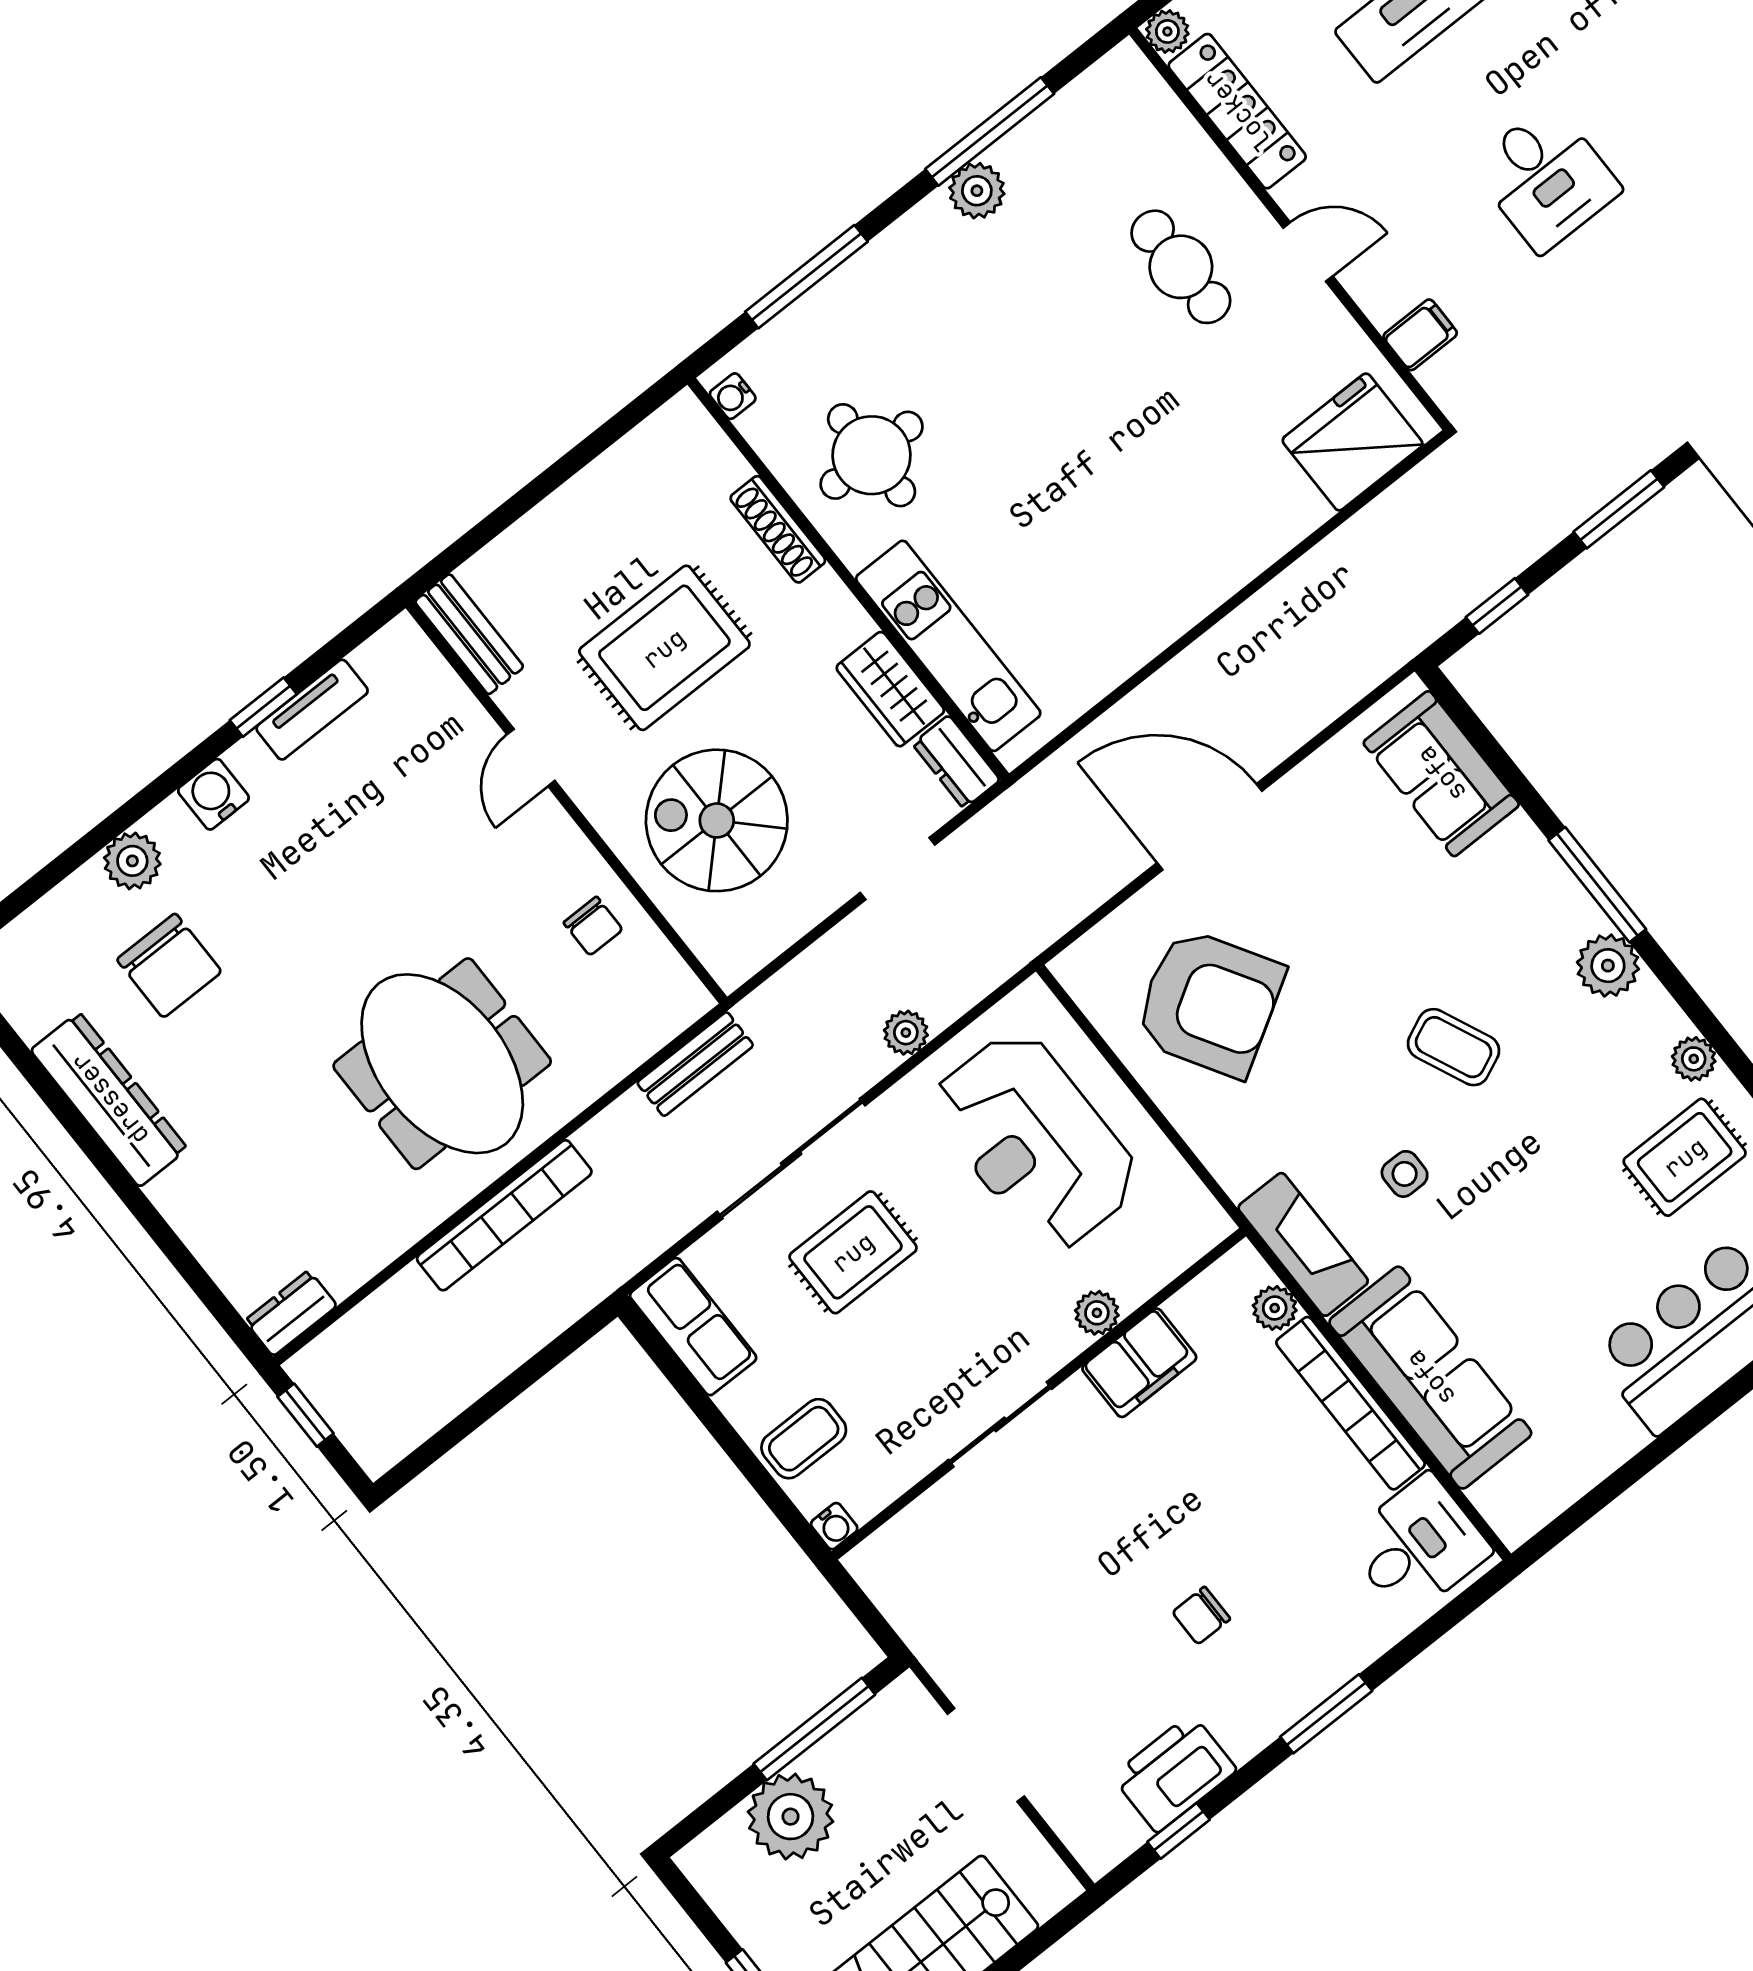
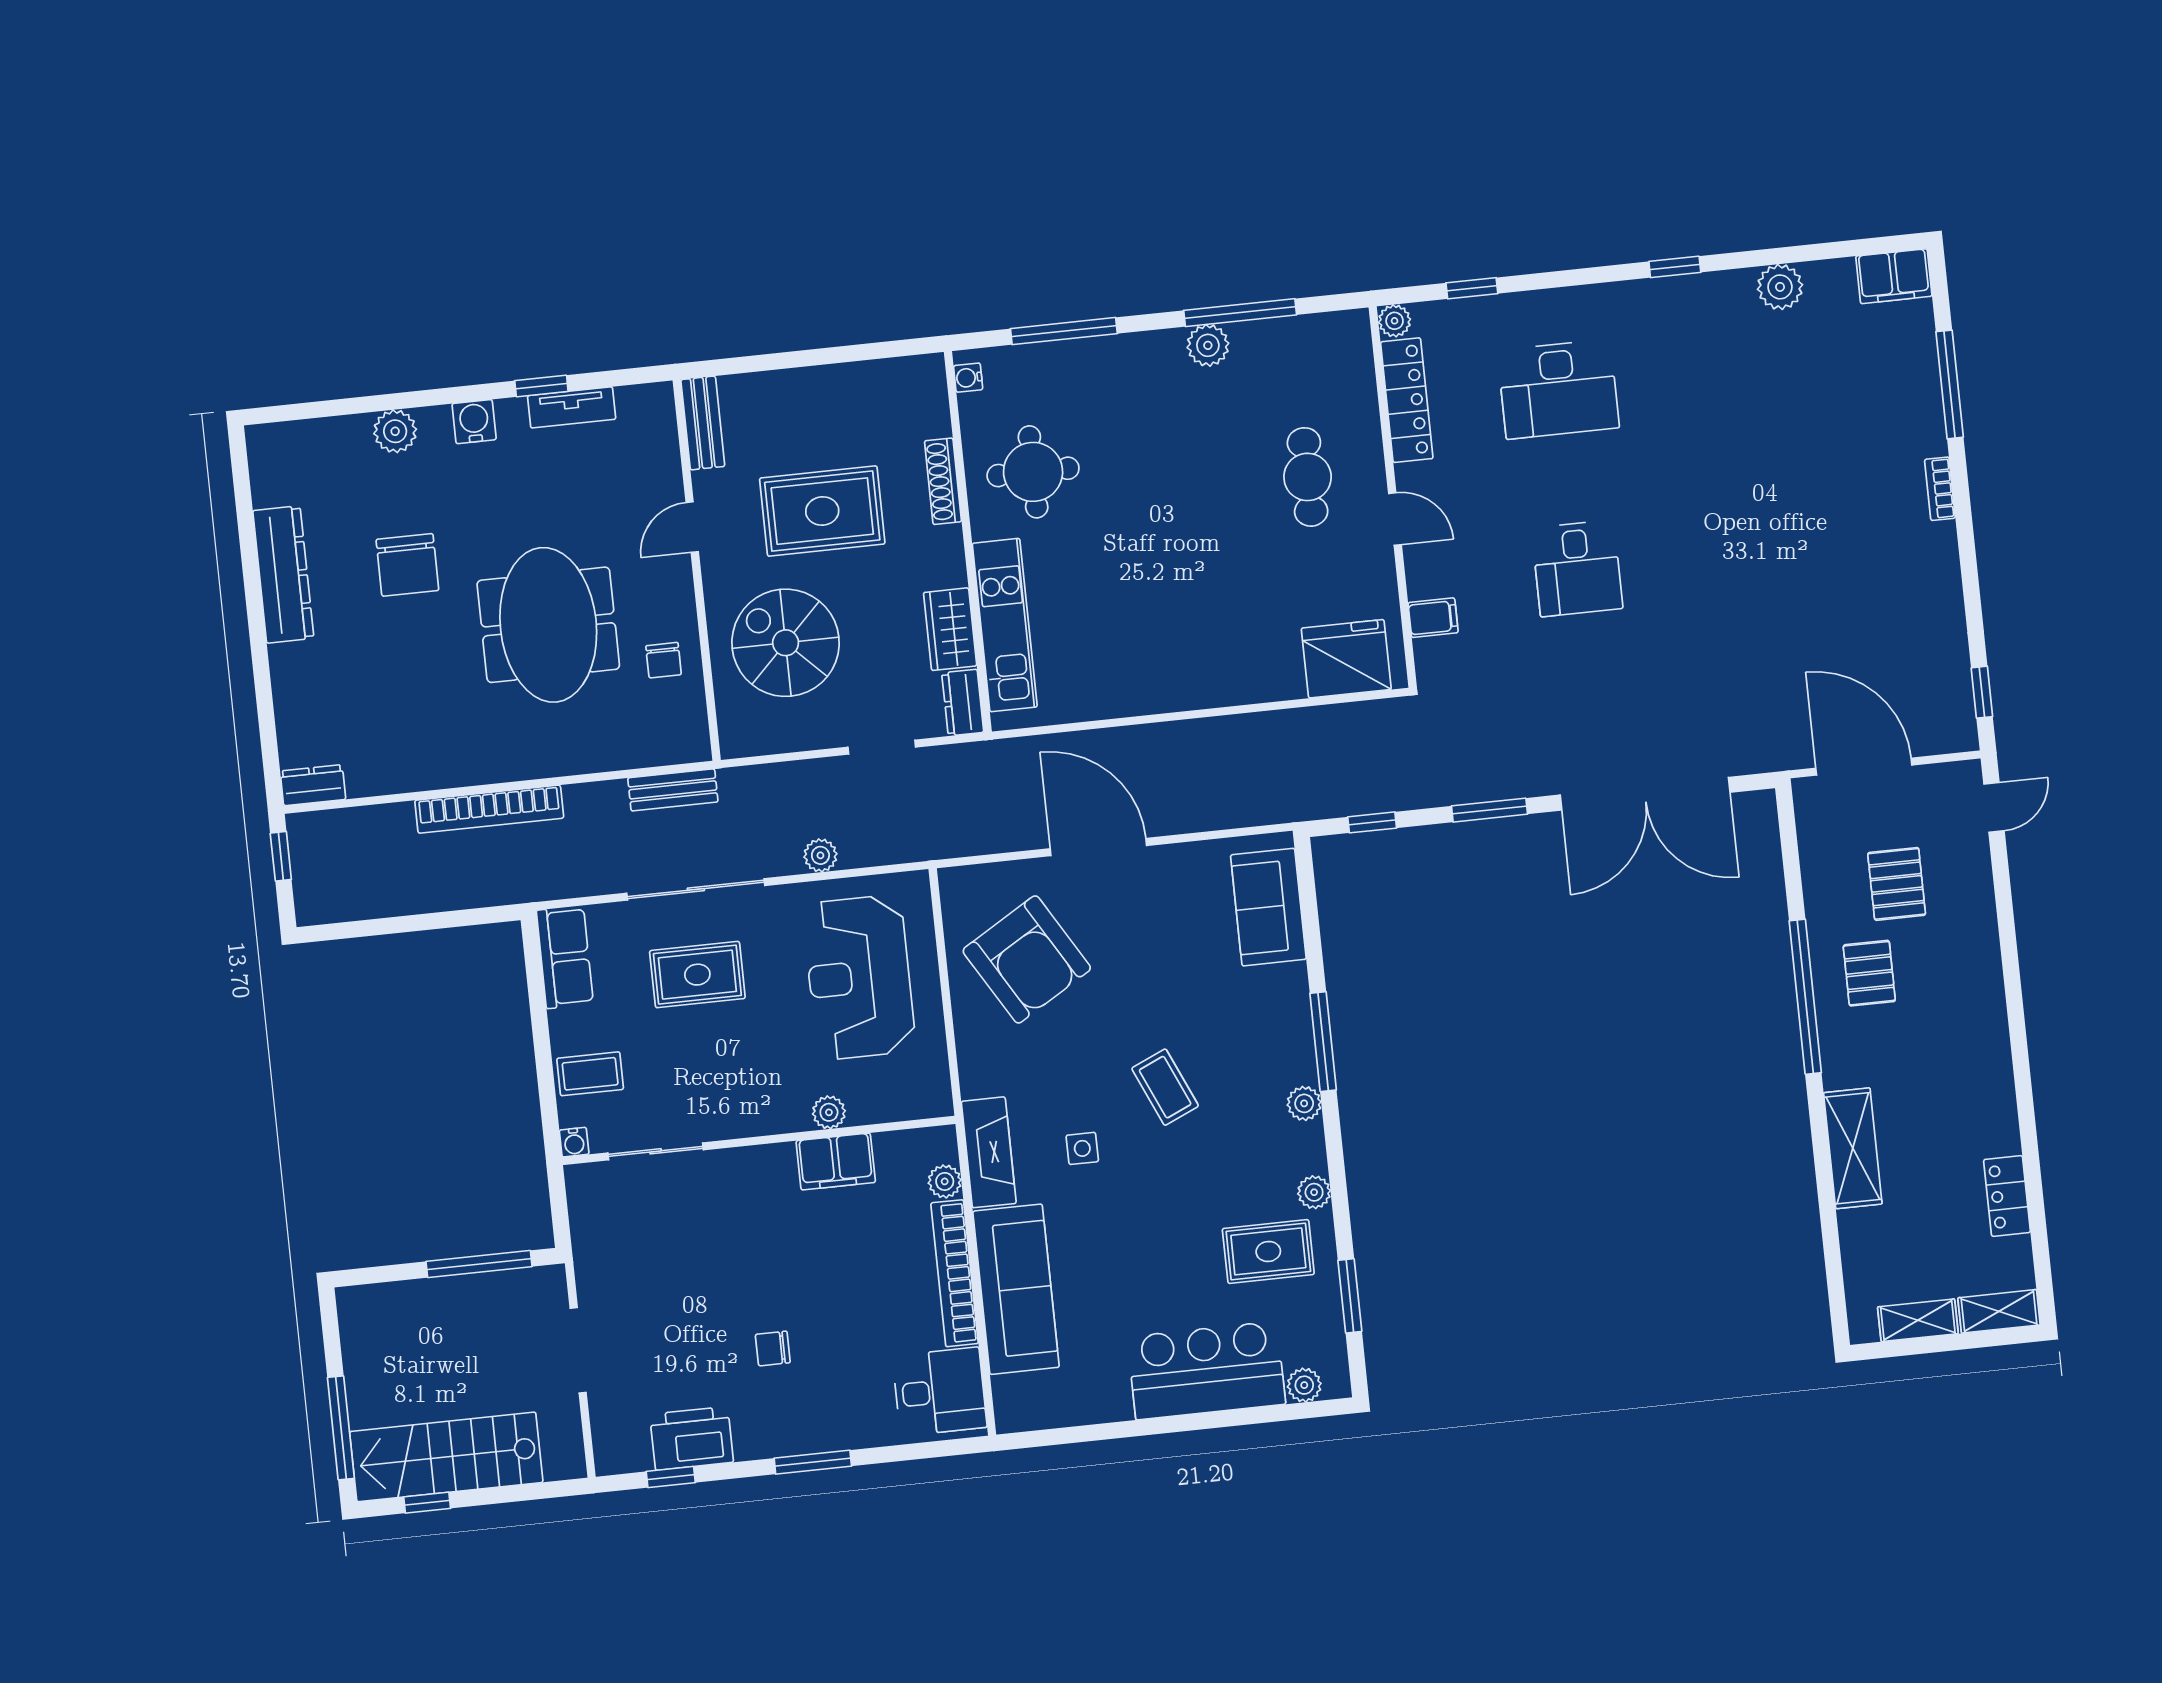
chair: (169, 966) -> (407, 565), moved
plant: (1608, 966) -> (1304, 1103), width x0.73, depth x0.73
meeting table: (442, 1064) -> (548, 625), moved
sliding door: (1000, 1424) -> (656, 1151), moved
plant: (791, 1817) -> (428, 1310), removed

